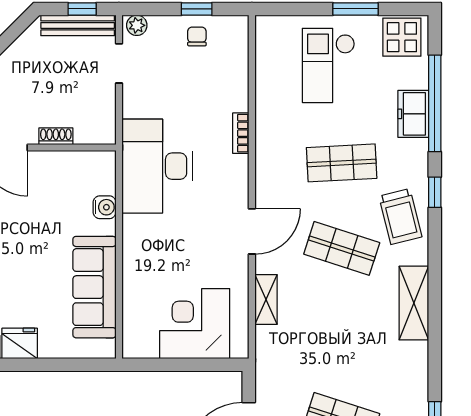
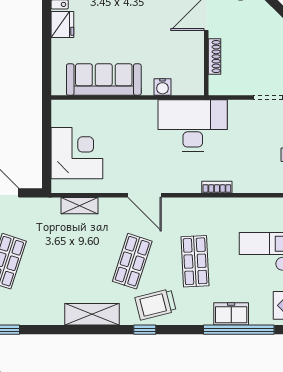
shoe rack: (56, 136) -> (215, 57), width x1.43
window: (435, 192) -> (145, 330), moved
shelving: (266, 299) -> (80, 206), moved

